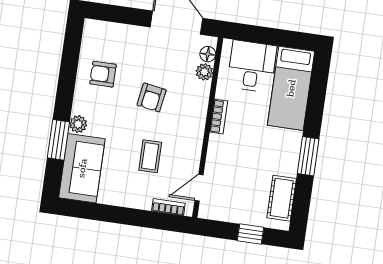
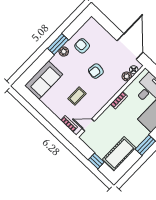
plant: (78, 124) -> (64, 52), moved
window: (58, 140) -> (58, 44), moved
cot: (282, 198) -> (119, 154), width x1.37, depth x1.34

